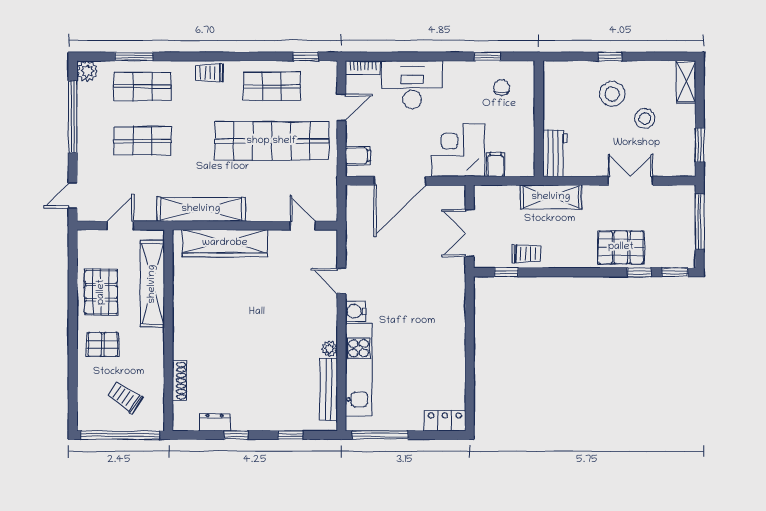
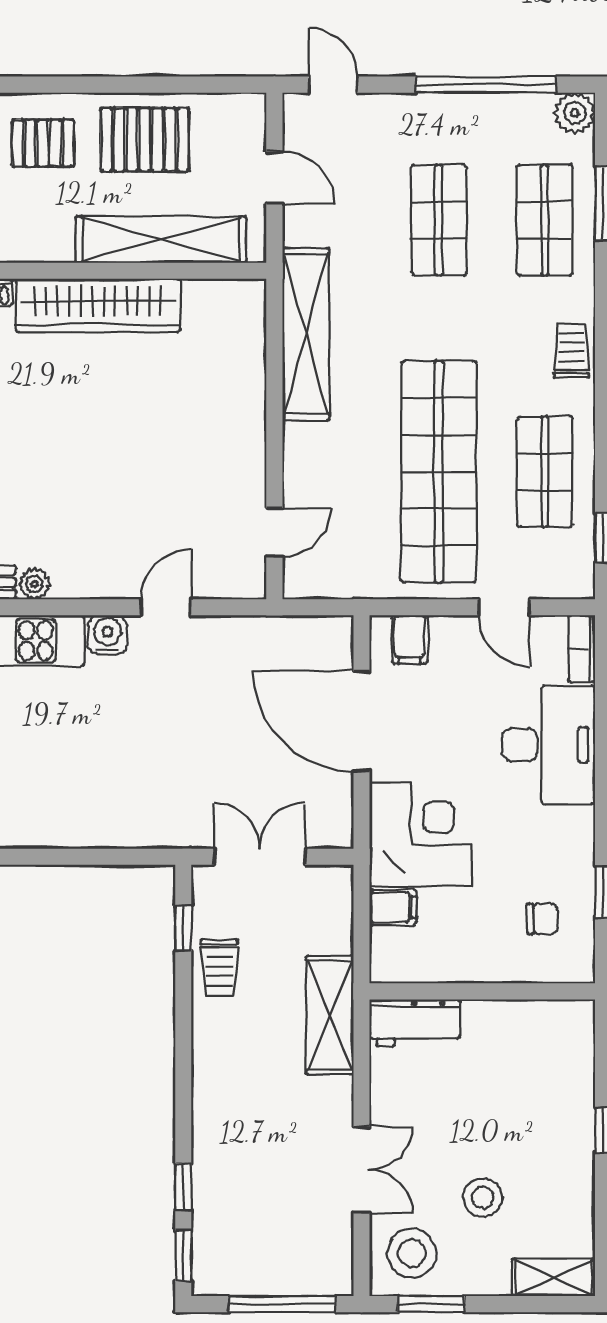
stool: (612, 94) -> (412, 1253), moved
wardrobe: (225, 243) -> (98, 305), moved, turned -90
pallet: (621, 247) -> (232, 1151), removed
pallet: (103, 344) -> (43, 143), turned 90

